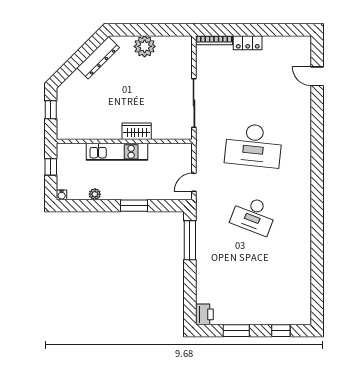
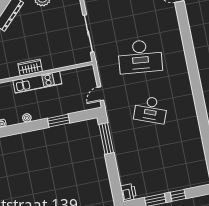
wardrobe: (137, 131) -> (30, 67), moved
window: (281, 331) -> (178, 195), moved

